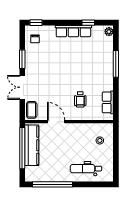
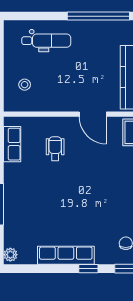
window: (88, 23) -> (88, 269), moved

